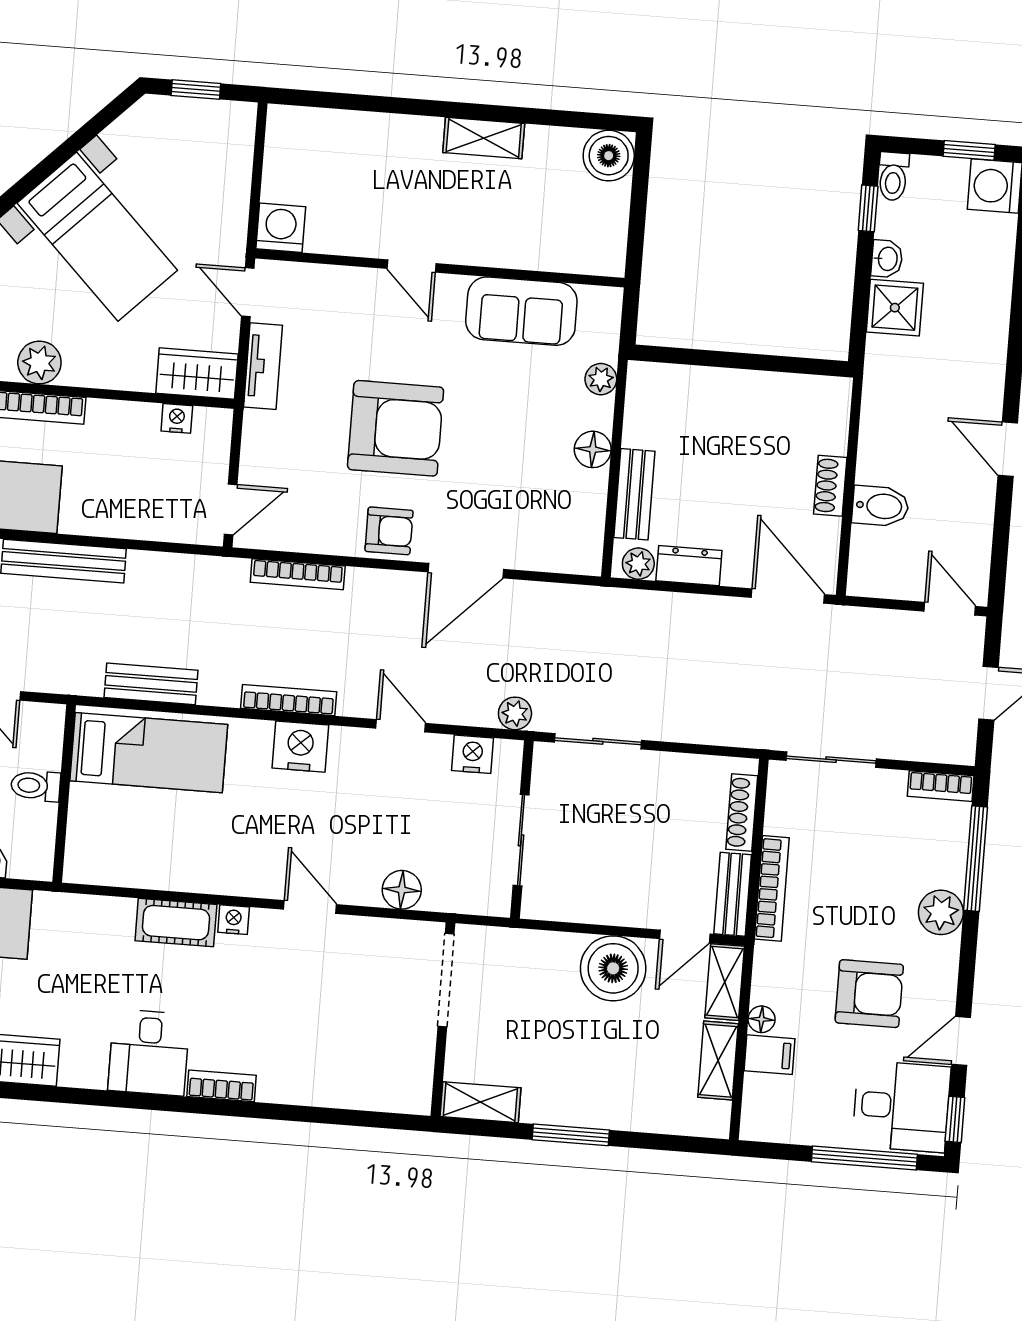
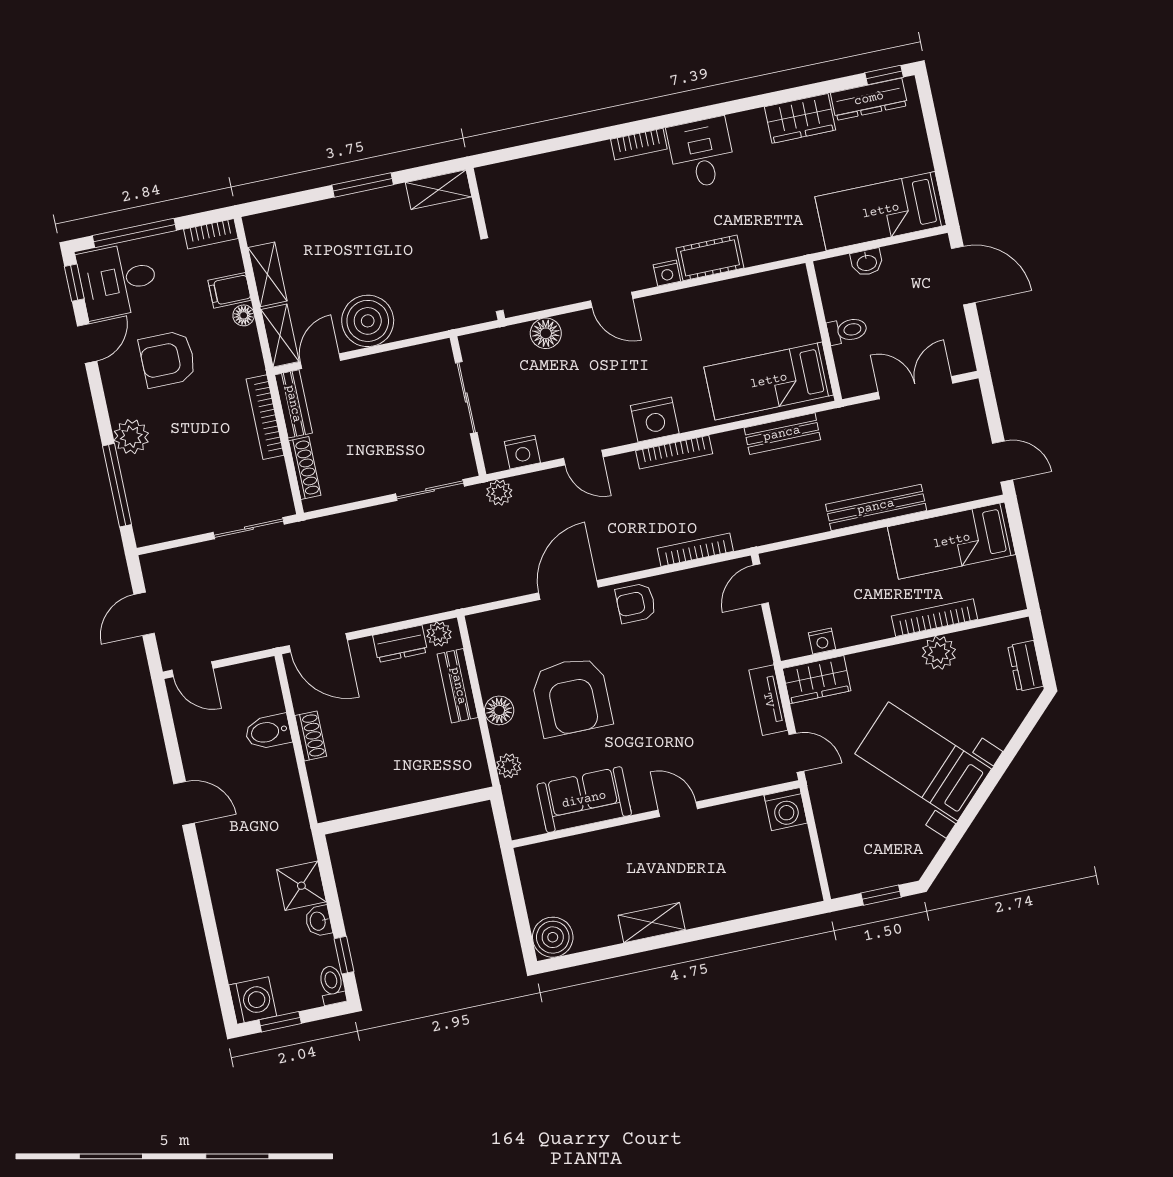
armchair: (396, 428) -> (571, 697), moved, turned -90
bookcase: (941, 786) -> (211, 234), moved, turned 180

